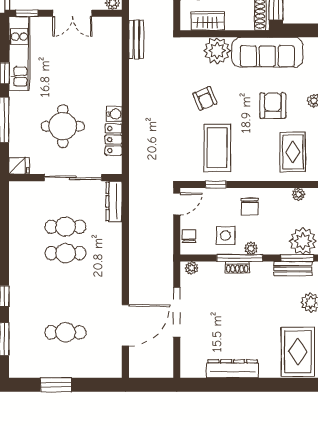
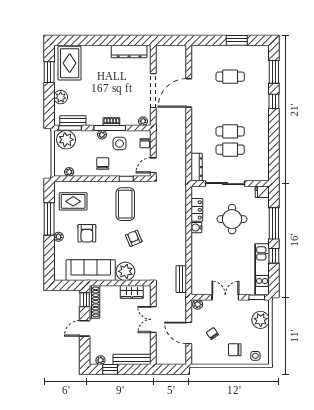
rug: (293, 152) -> (73, 201), turned 90
door: (125, 325) -> (189, 93), moved
dresser: (233, 369) -> (129, 51), moved

